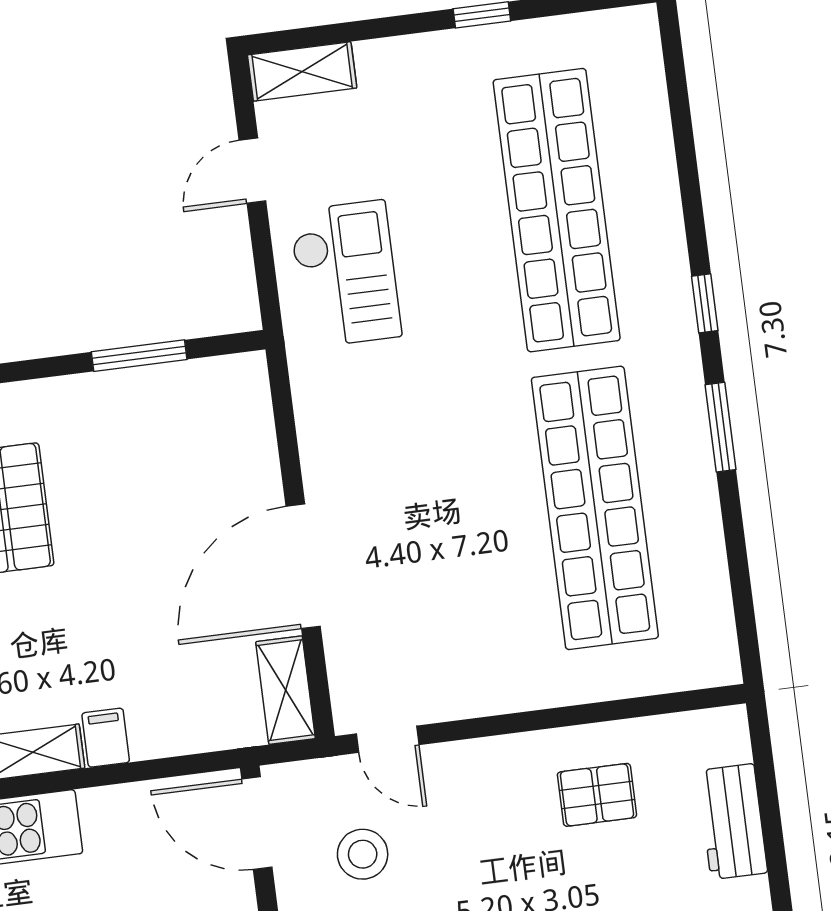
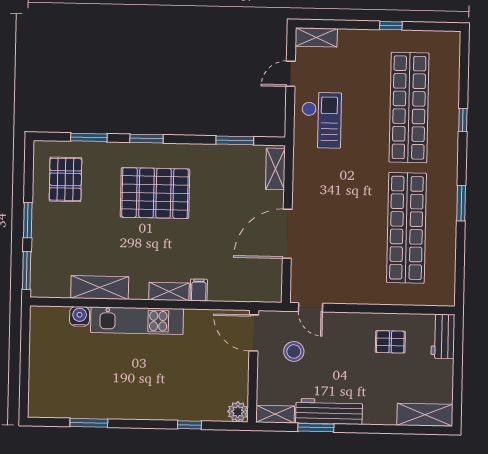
window: (705, 303) -> (463, 120), moved
shelving: (286, 690) -> (275, 169), moved
workbench: (732, 822) -> (443, 336), moved

